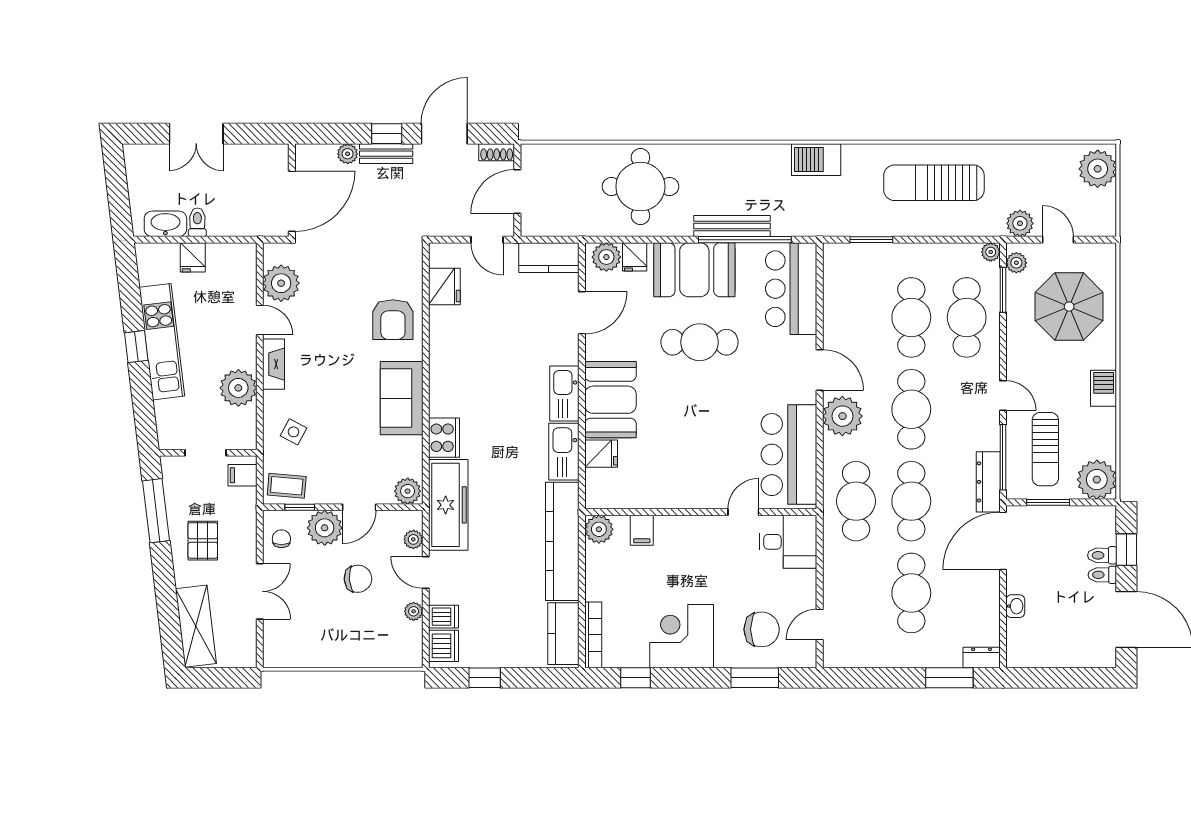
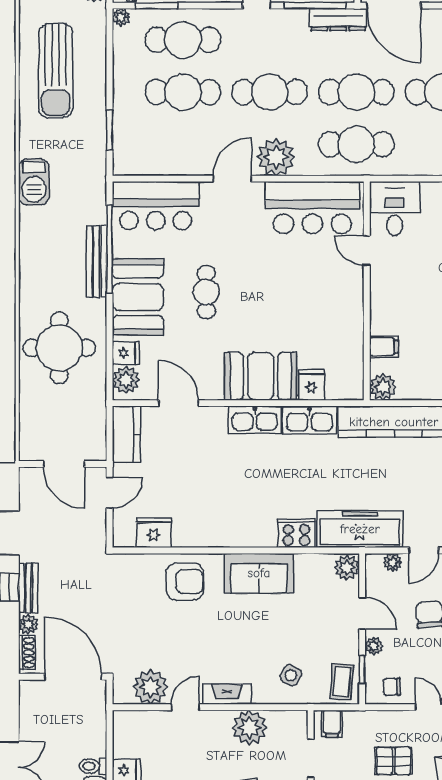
shoe rack: (497, 152) -> (27, 653), moved
cafe table: (700, 342) -> (206, 292), width x0.73, depth x0.74
plant: (325, 528) -> (374, 646), width x0.53, depth x0.53

